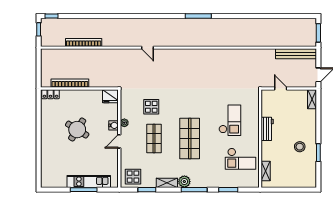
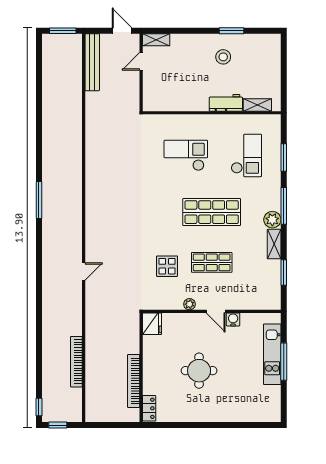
door: (281, 88) -> (141, 61), moved
water cooler: (114, 125) -> (233, 319), moved
workbench: (267, 129) -> (226, 103), moved
round table: (77, 130) -> (199, 371), turned -32
checkout: (240, 159) -> (246, 155), moved
display table: (133, 177) -> (265, 292), removed

